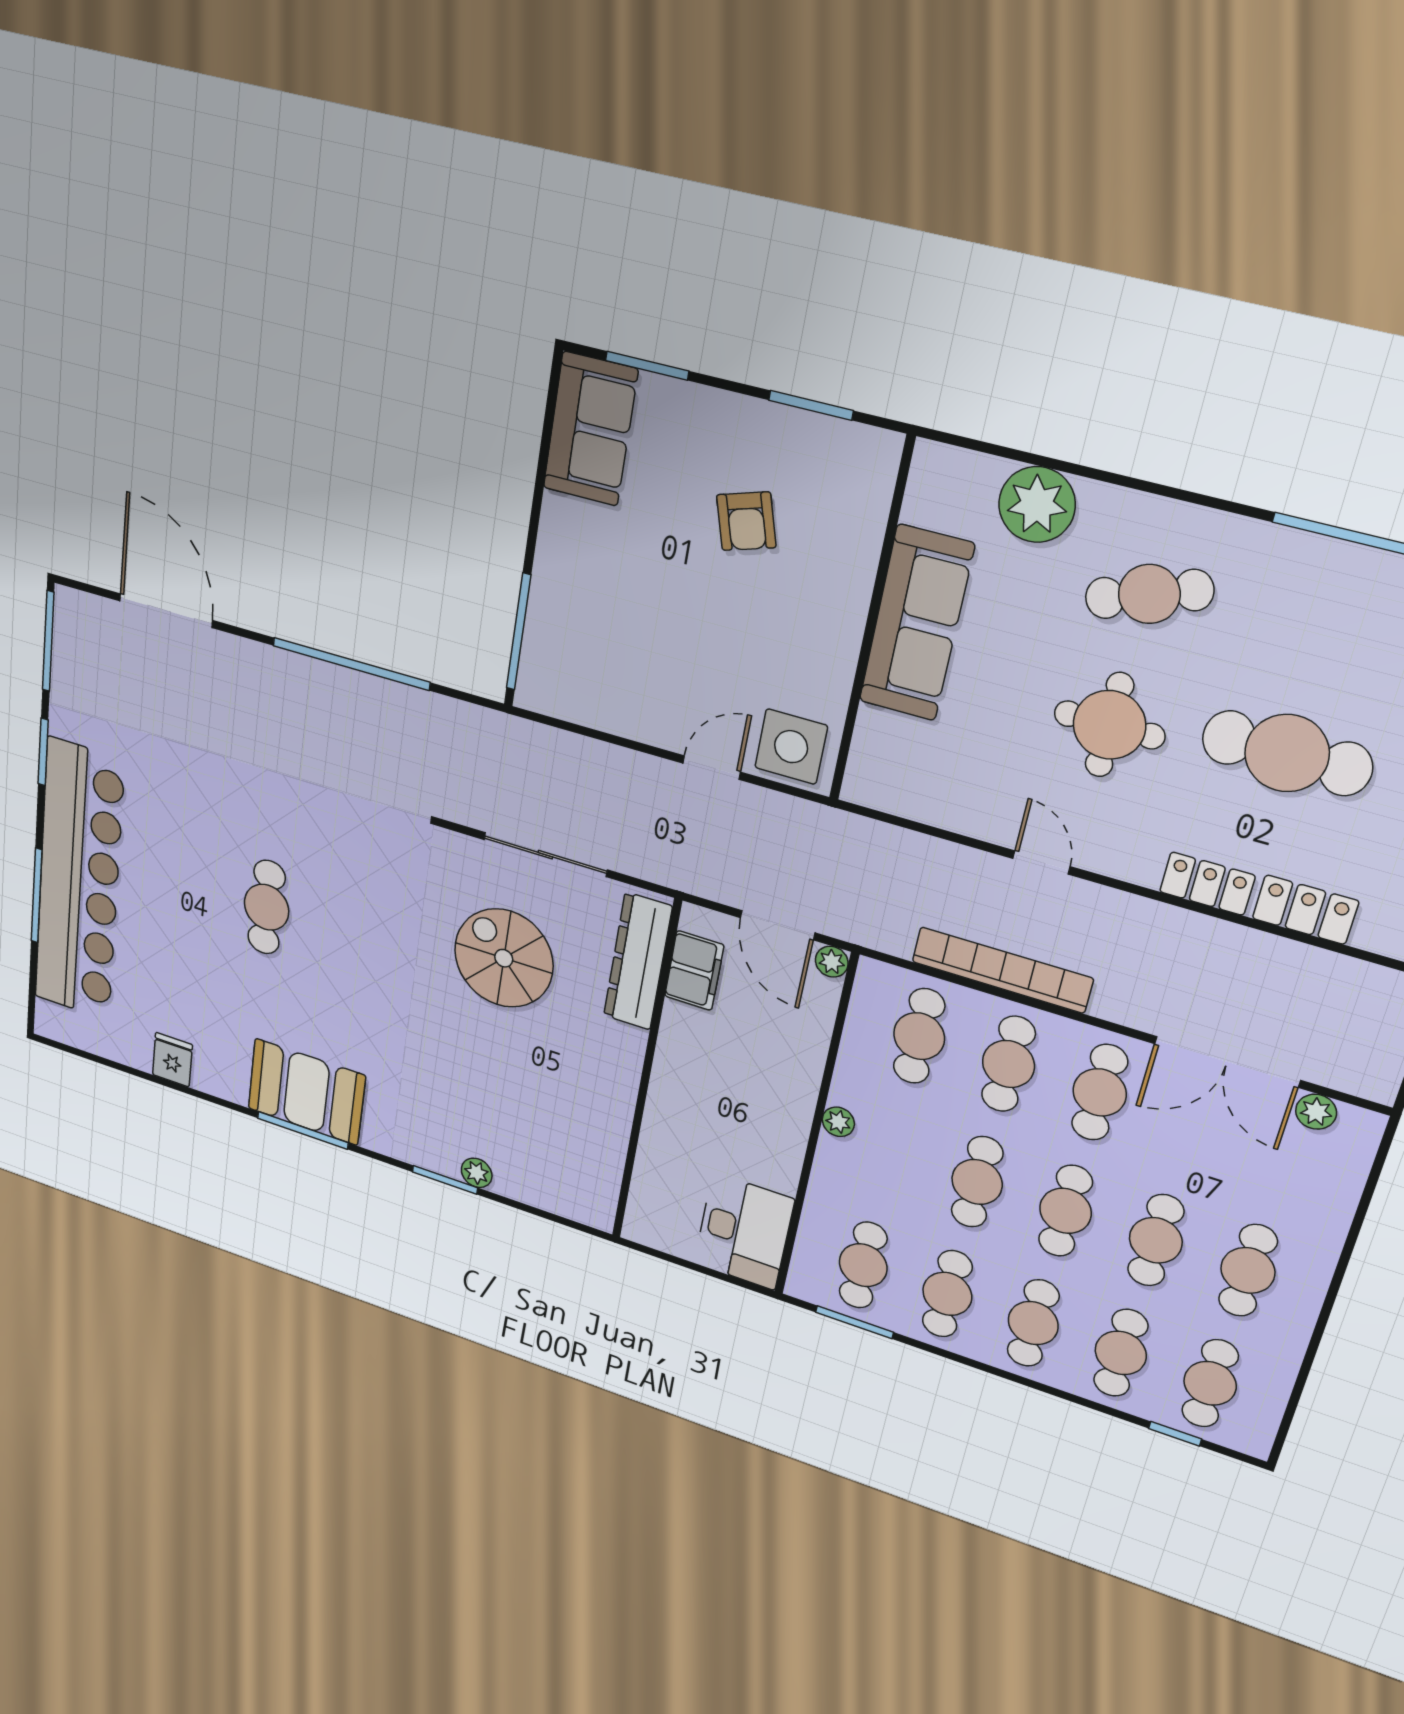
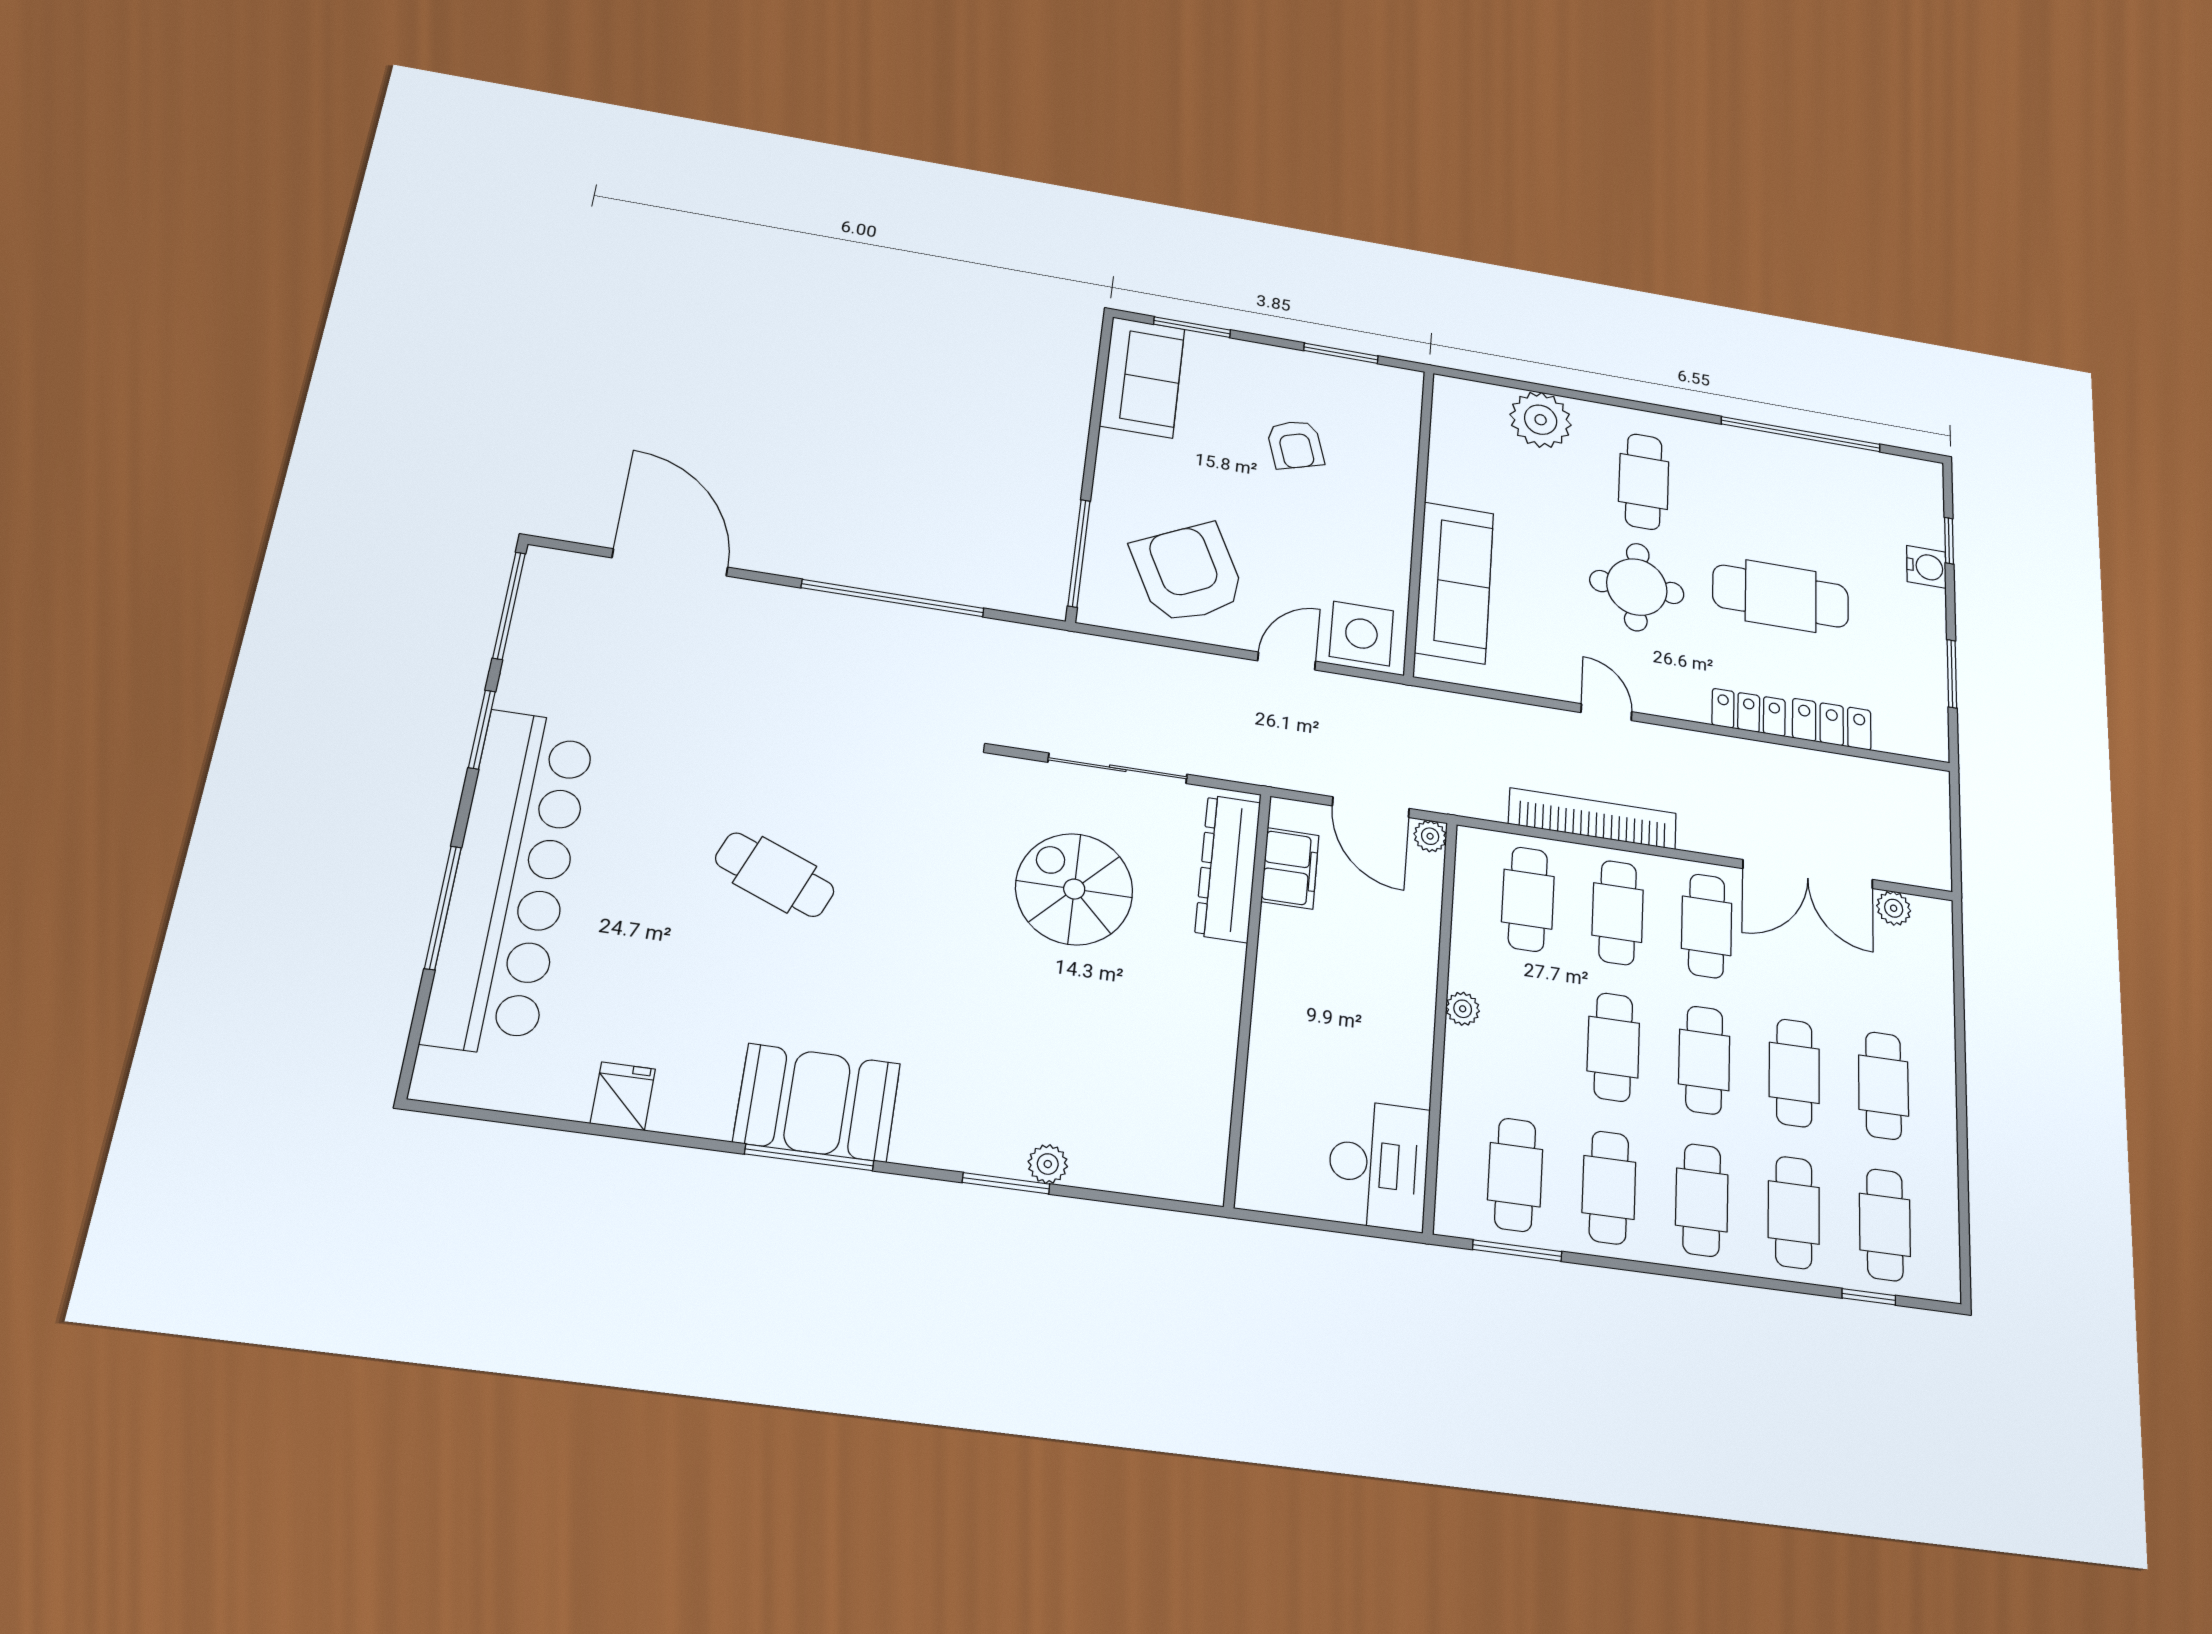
cafe table: (1149, 594) -> (1644, 482), turned -70
sofa: (916, 623) -> (1455, 582), moved
armchair: (622, 663) -> (1188, 573), added
cafe table: (267, 907) -> (775, 875), turned -68

